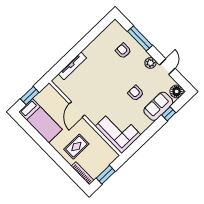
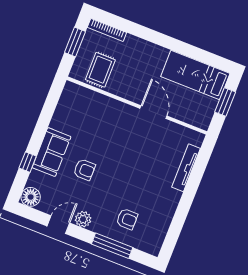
door: (167, 67) -> (58, 225), swing flipped
sofa: (158, 106) -> (52, 152), moved
corner sofa: (118, 131) -> (85, 109), removed
rug: (76, 147) -> (100, 70), moved

